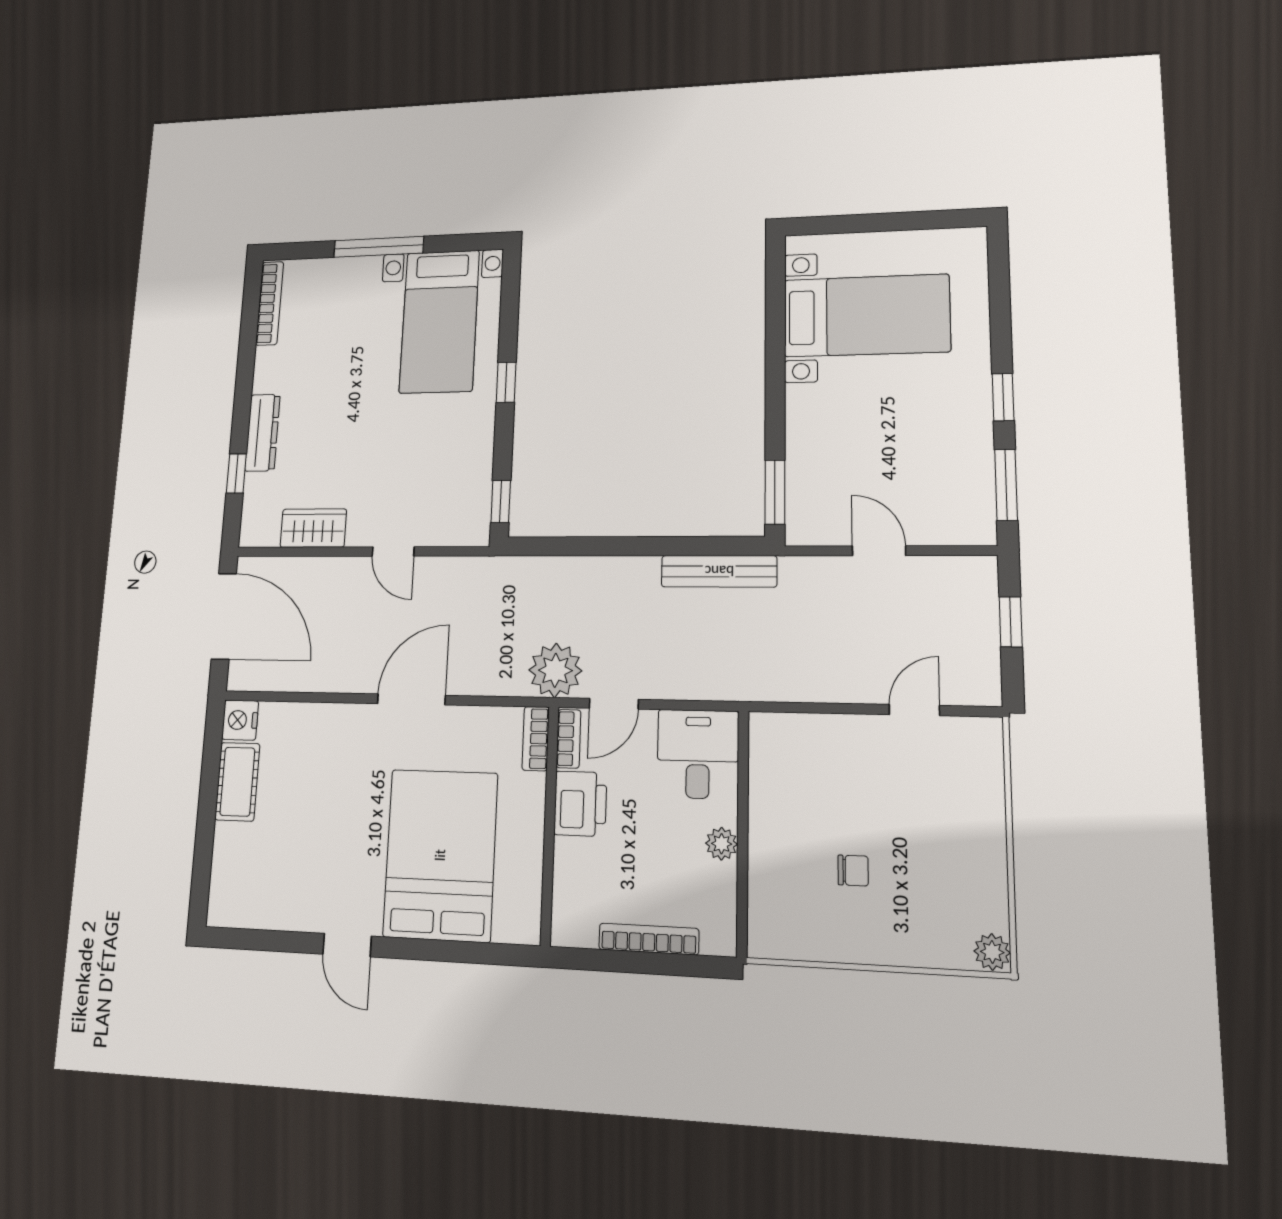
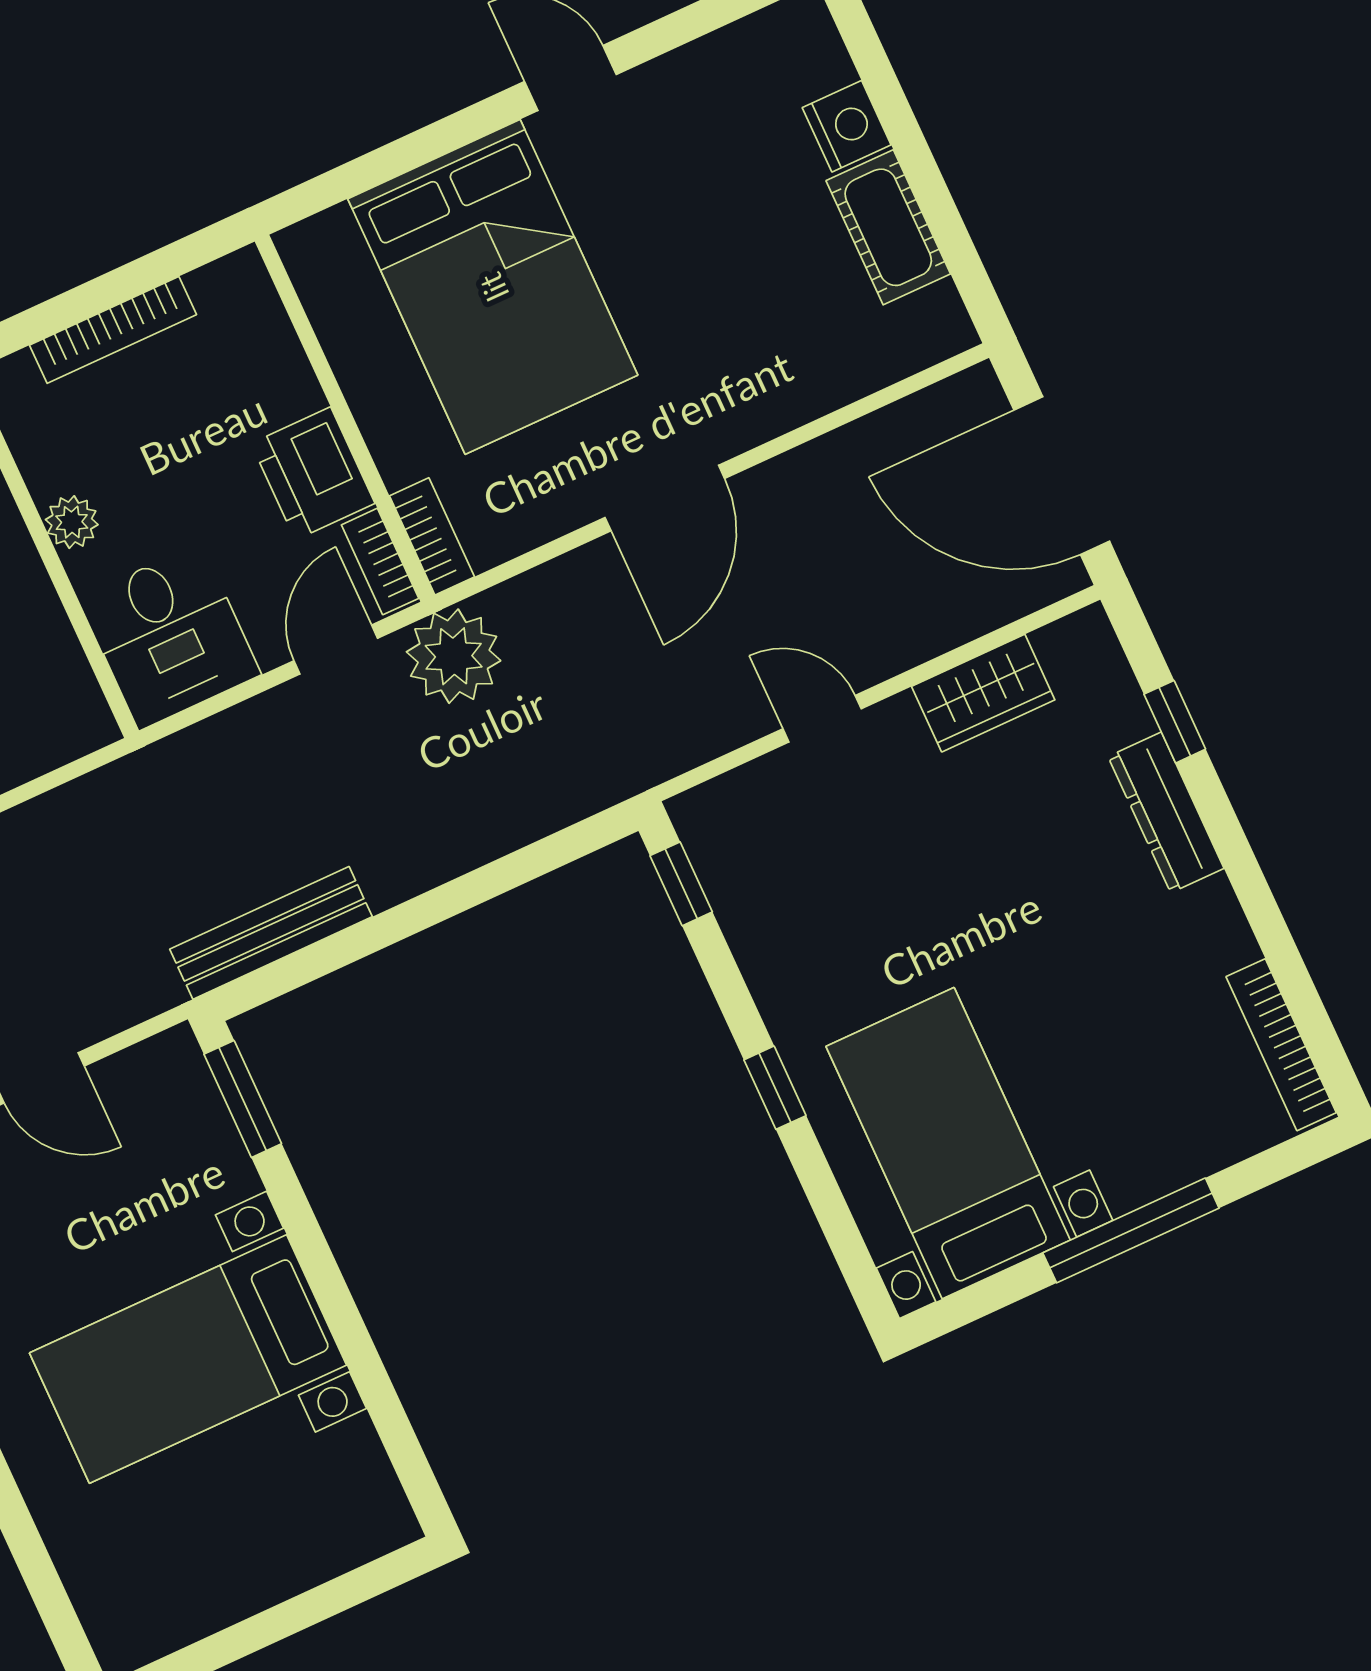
bed with nightstands: (866, 316) -> (188, 1359), moved
nightstand: (240, 720) -> (847, 126), moved

